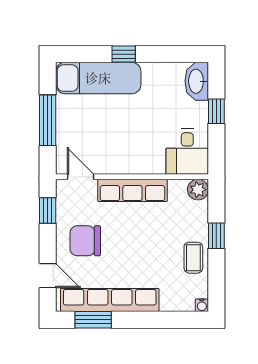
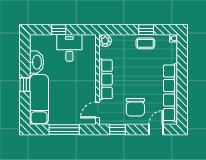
washbasin: (197, 81) -> (37, 62), moved, turned -90
desk: (187, 152) -> (69, 48), moved, turned -90
window: (216, 236) -> (146, 30), moved
window: (93, 320) -> (182, 103), removed

